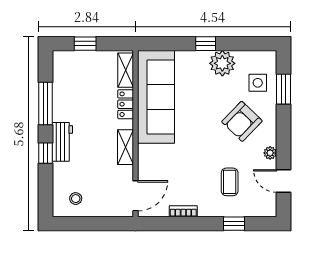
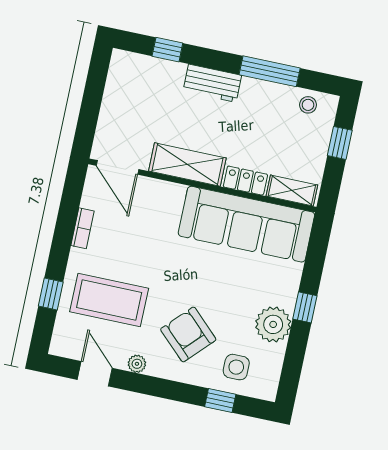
window: (283, 89) -> (220, 400), width x0.67
shelving: (126, 147) -> (187, 164), width x1.50, depth x1.33
window: (45, 153) -> (167, 50), moved
door: (283, 181) -> (95, 374), hinge flipped
coffee table: (230, 182) -> (109, 300), width x1.86, depth x1.72
stool: (76, 199) -> (308, 105), moved

